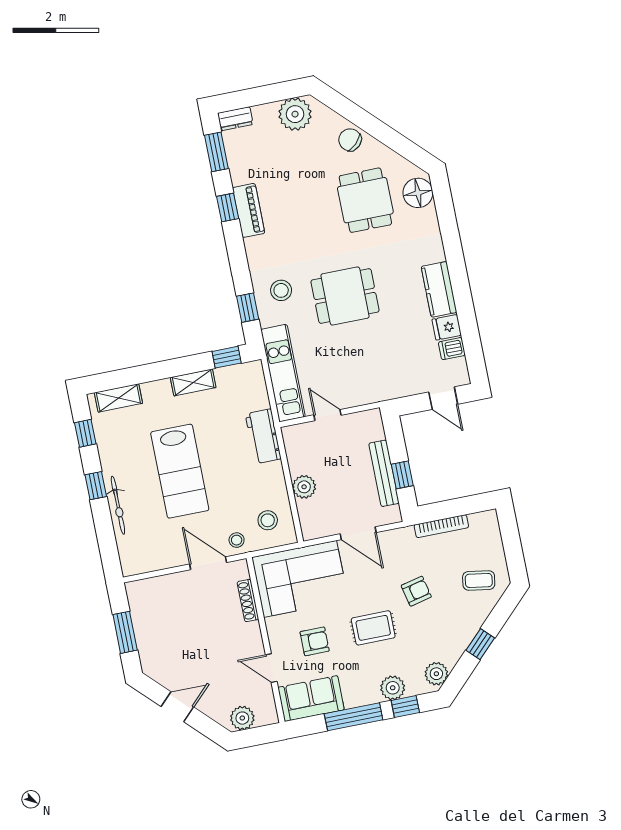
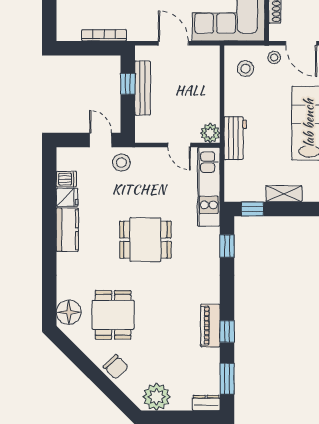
stool: (281, 290) -> (121, 163), moved
door: (443, 398) -> (101, 140), moved
plant: (304, 487) -> (210, 133), moved

